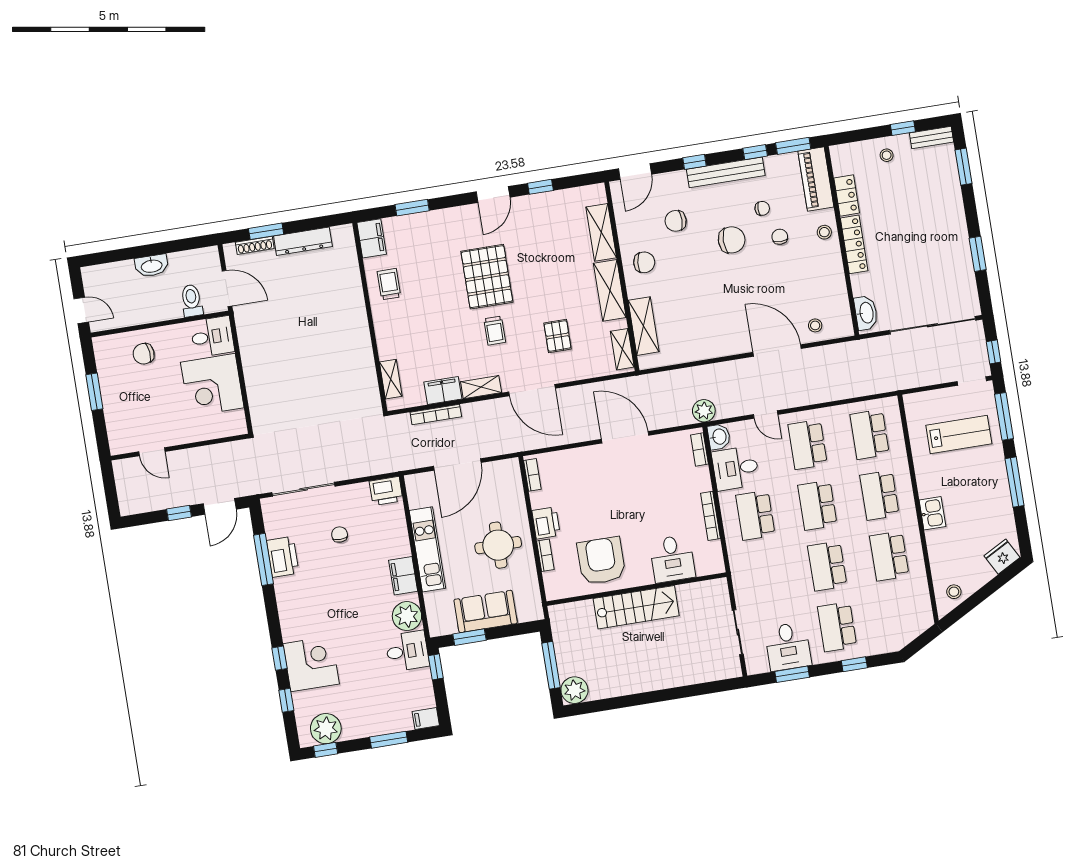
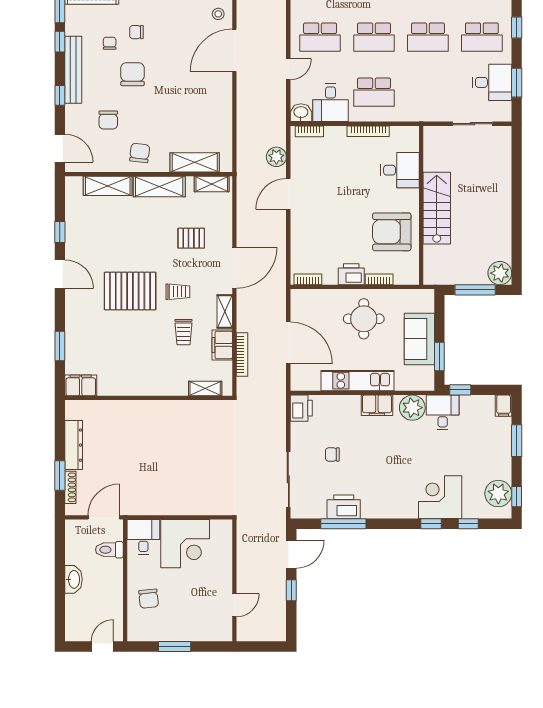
trolley: (389, 284) -> (183, 332), moved, turned -90
plant: (704, 411) -> (276, 157), moved
door: (625, 437) -> (288, 194), width x0.73
door: (220, 506) -> (291, 554), hinge flipped

